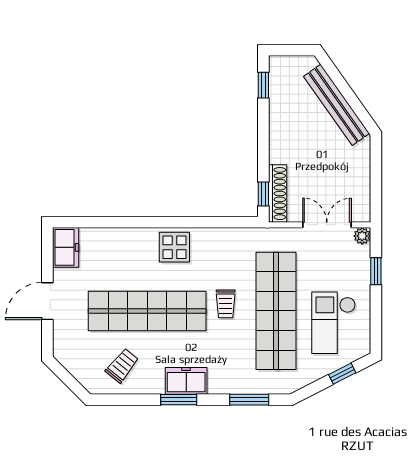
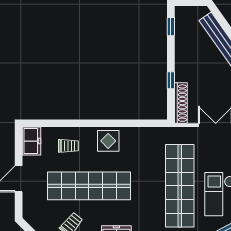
window: (263, 194) -> (171, 80), moved
trolley: (226, 304) -> (68, 146), moved, turned -90

